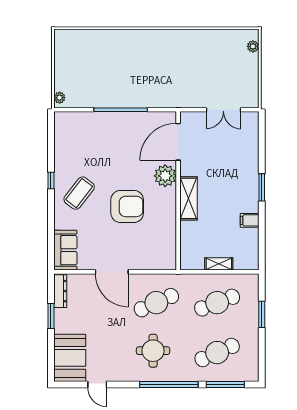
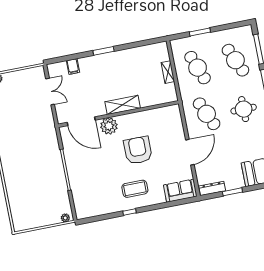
coffee table: (79, 193) -> (135, 189), turned -38
filing cabinet: (250, 220) -> (73, 66), moved

